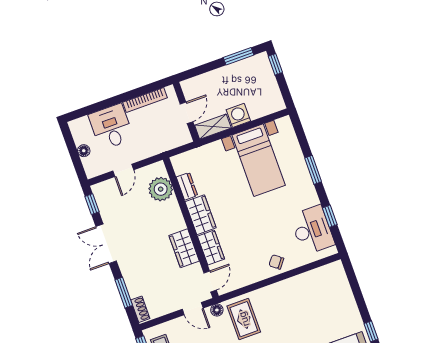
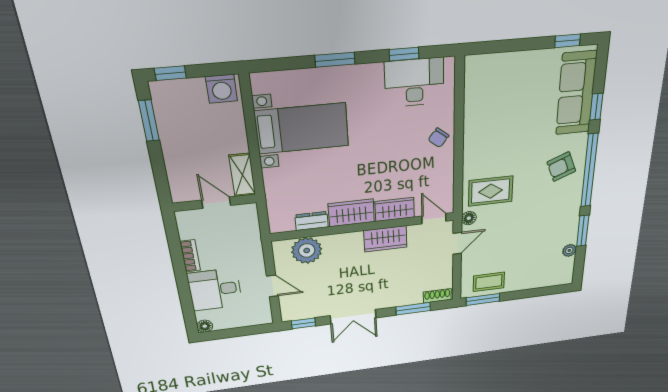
bookcase: (145, 100) -> (190, 256), width x0.64
washing machine: (238, 115) -> (222, 89), moved, turned -90
floor lamp: (84, 151) -> (205, 326), moved

